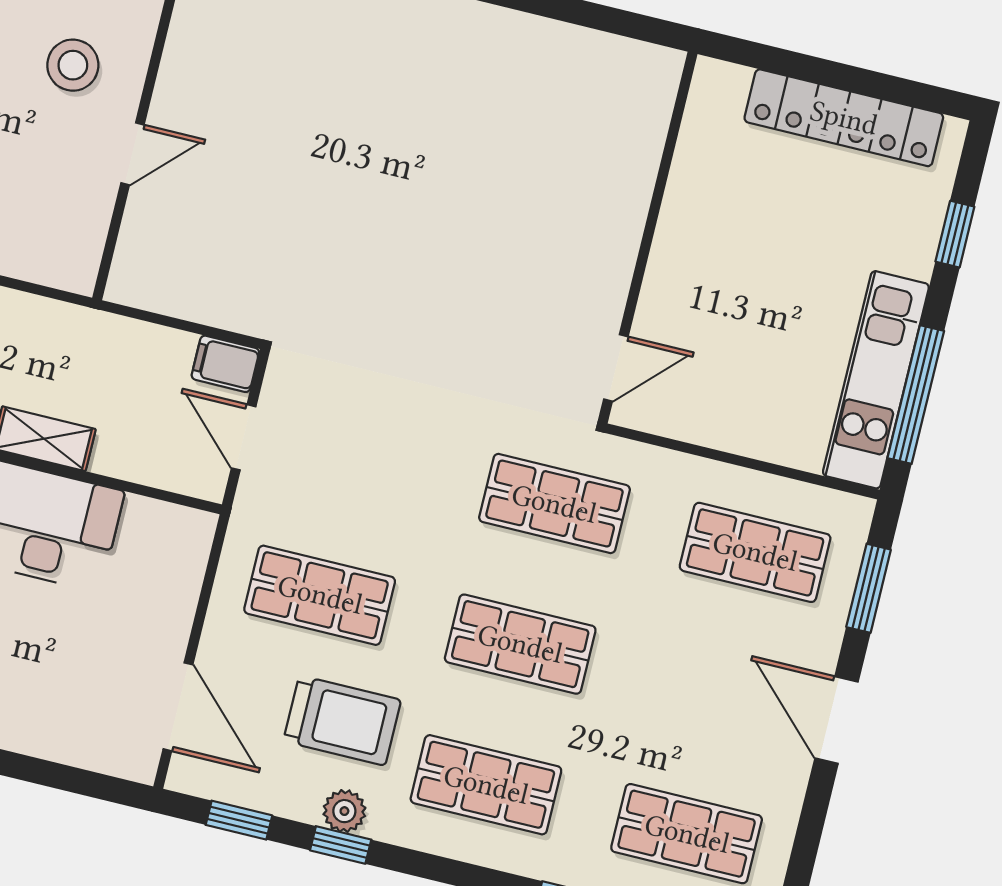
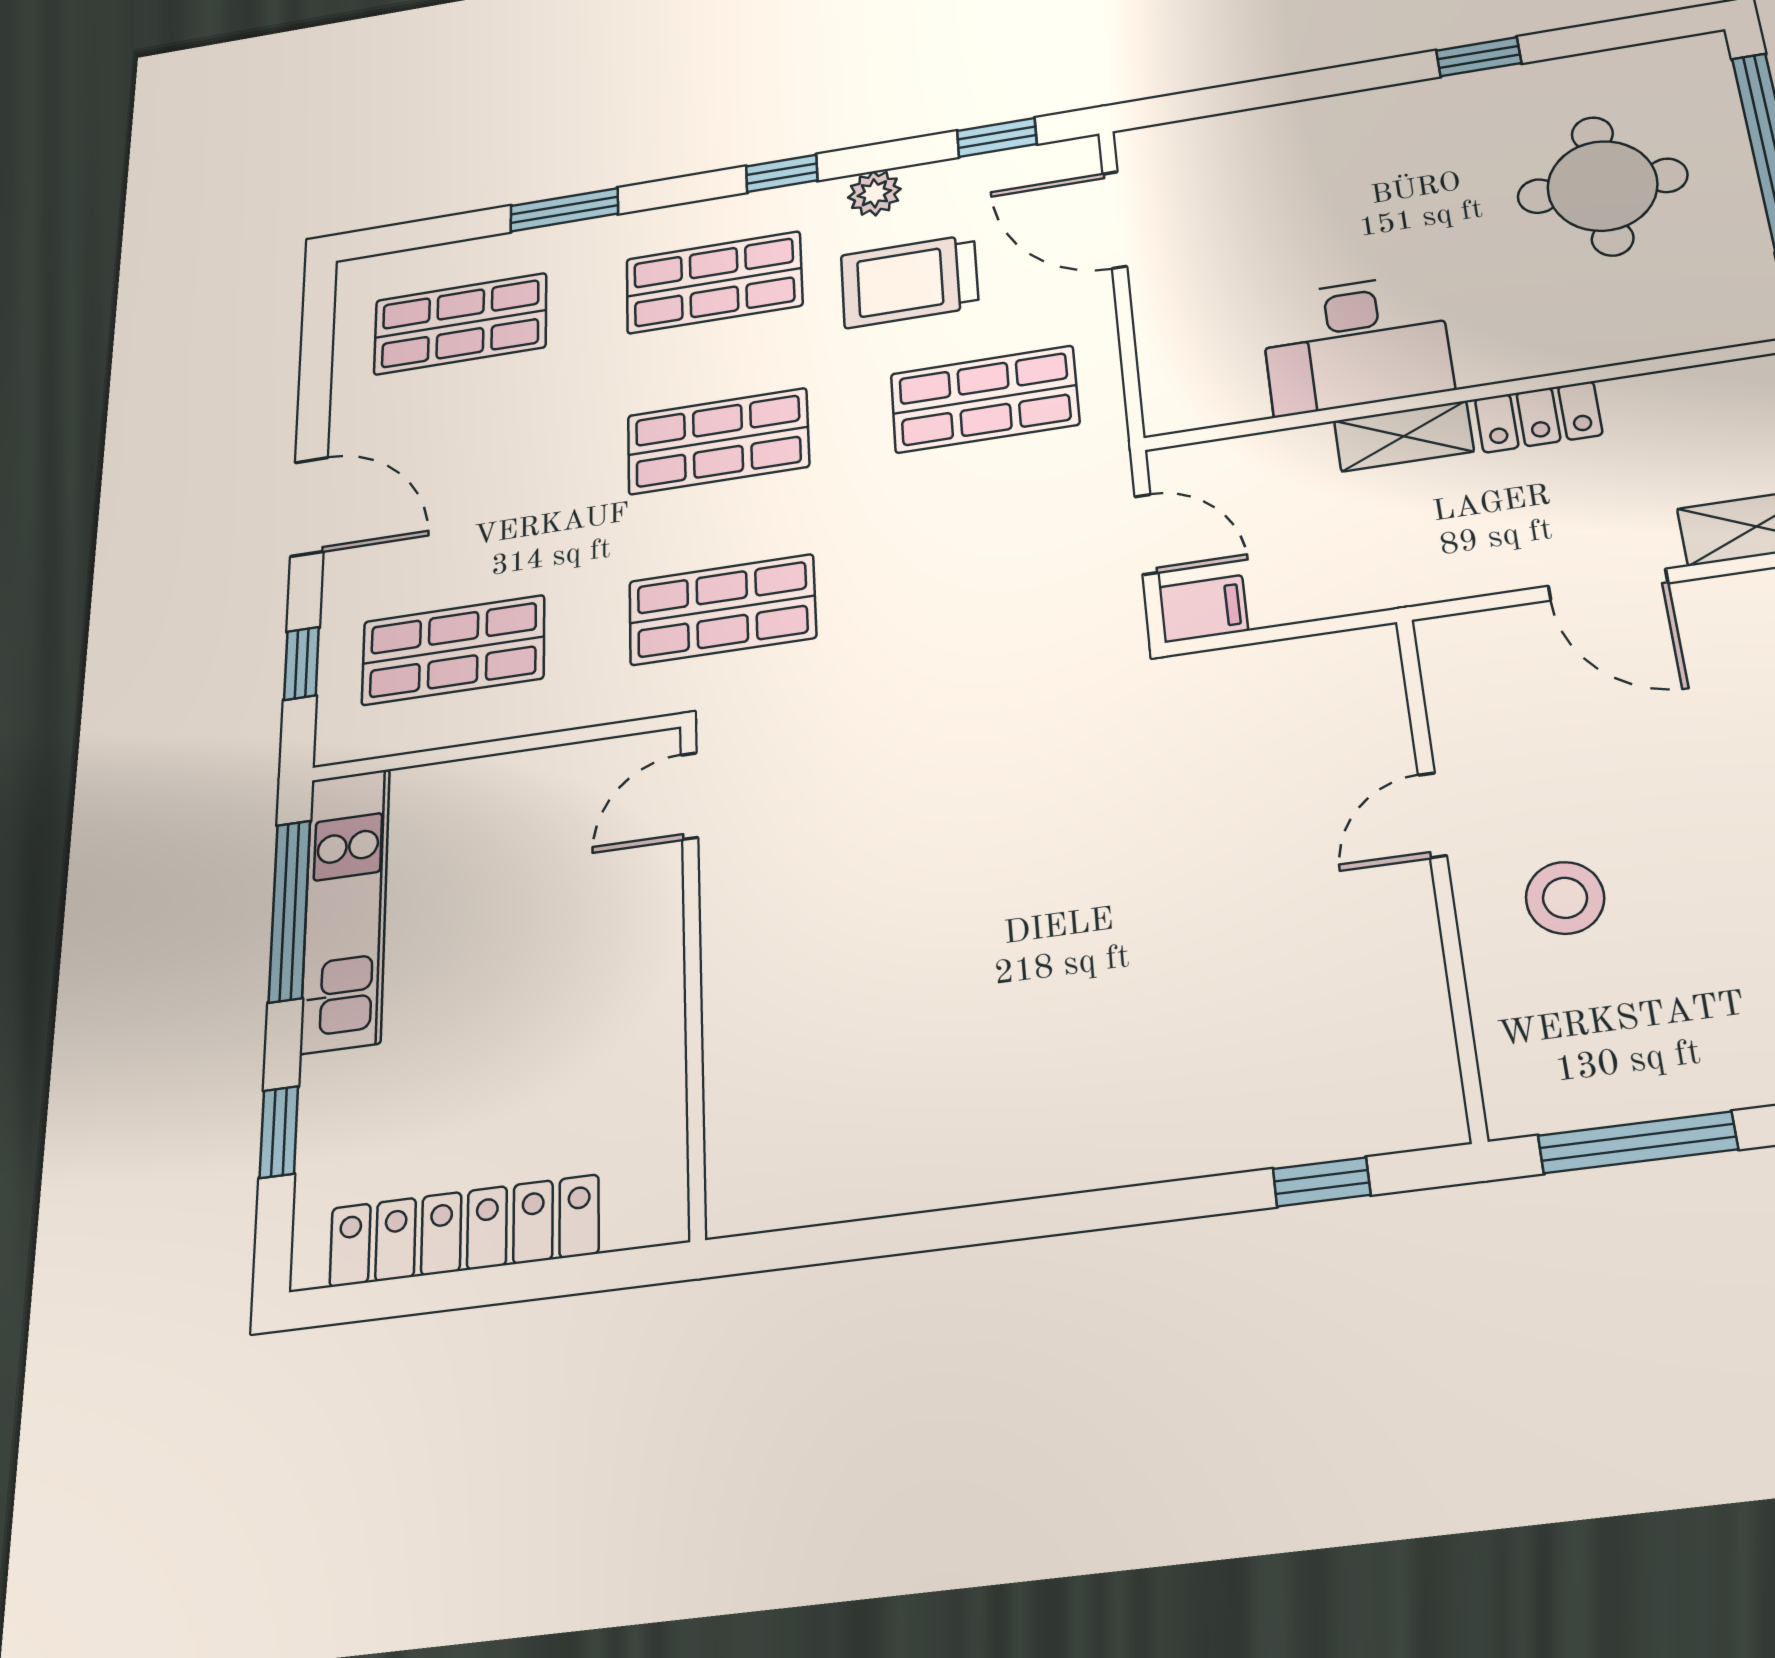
window: (869, 588) -> (302, 663), width x0.67
window: (341, 845) -> (782, 173), moved

